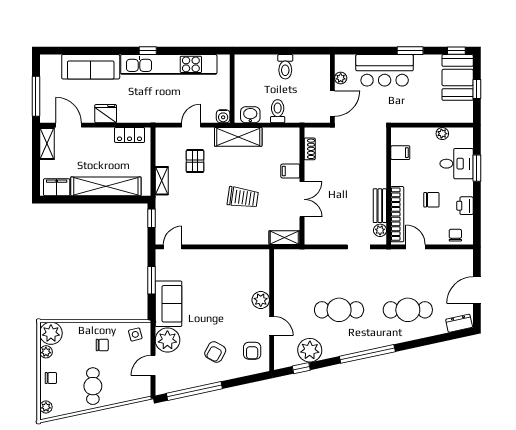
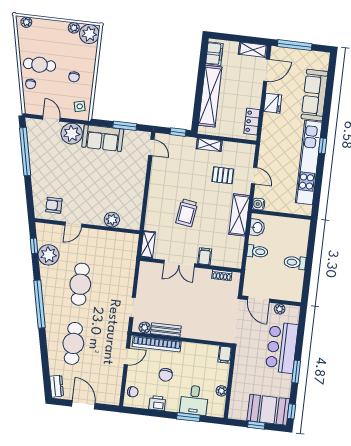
filing cabinet: (400, 153) -> (225, 355), moved
plant: (261, 300) -> (112, 220), moved
armchair: (215, 352) -> (57, 173), removed
chair: (51, 378) -> (31, 84), moved

